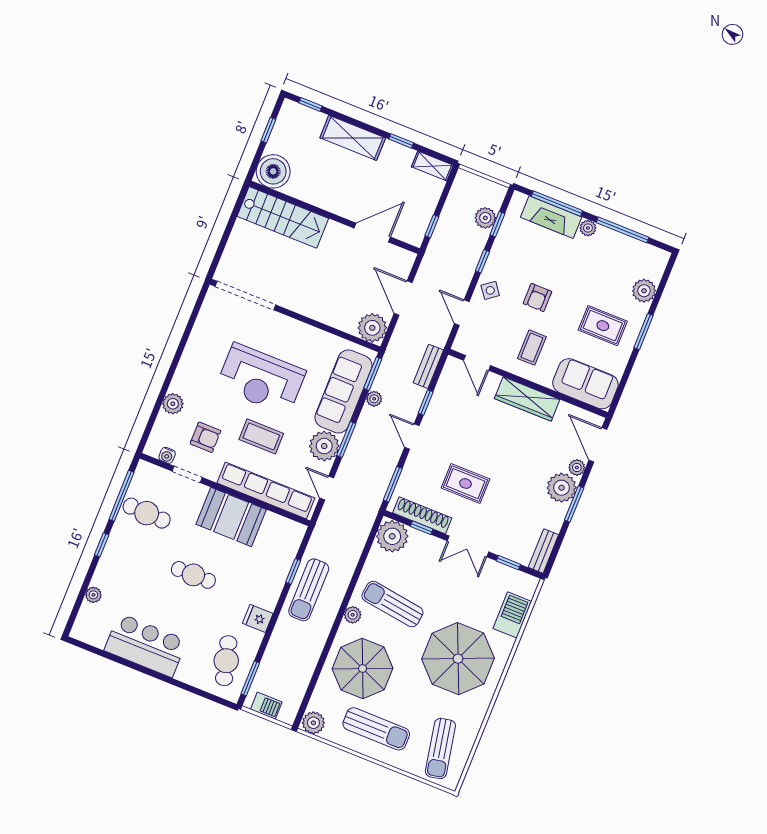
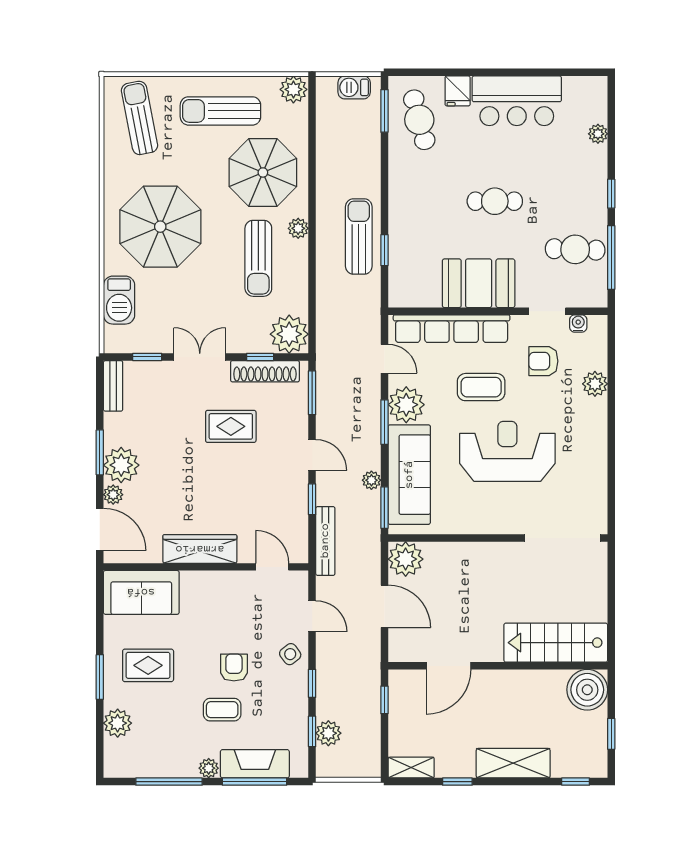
coffee table: (532, 348) -> (222, 710), moved, turned 90
bench: (428, 366) -> (325, 541), width x1.36
sun lounger: (392, 604) -> (258, 258), turned 82
fridge: (258, 618) -> (458, 91), moved, turned 90

